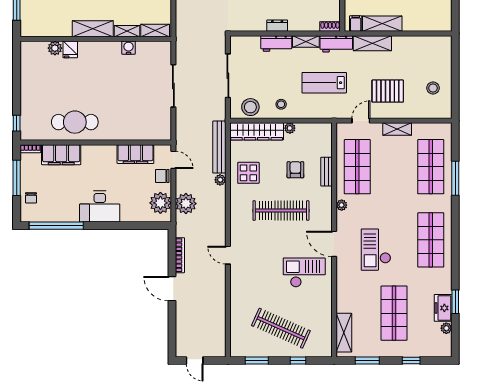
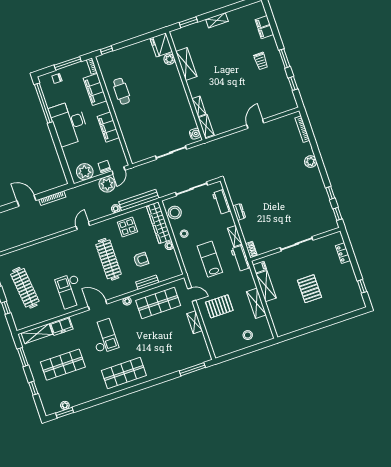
shelving: (93, 29) -> (186, 64), moved
workbench: (276, 43) -> (222, 202), moved
shelving: (372, 43) -> (256, 303), moved
water cooler: (128, 48) -> (195, 134), moved
fridge: (70, 49) -> (161, 45), moved, width x1.88, depth x1.34
stool: (433, 88) -> (248, 335), moved
pallet: (388, 91) -> (219, 306), turned 90
cafe table: (75, 122) -> (122, 91), width x0.73, depth x0.74
filing cabinet: (135, 154) -> (108, 127), moved
shop shelf: (431, 167) -> (176, 355), removed
window: (455, 178) -> (192, 369), moved
plant: (186, 204) -> (107, 184), moved
desk: (100, 206) -> (69, 123), width x1.36, depth x1.30
door: (334, 244) -> (98, 305), hinge flipped
checkout: (376, 250) -> (104, 336), turned 90
door: (228, 255) -> (83, 226), moved
checkout: (304, 273) -> (70, 291), turned 180
door: (172, 289) -> (26, 201), hinge flipped
window: (455, 302) -> (65, 413), moved
freezer: (443, 308) -> (61, 326), moved, turned 180
clothes rail: (281, 328) -> (25, 288), turned -30

